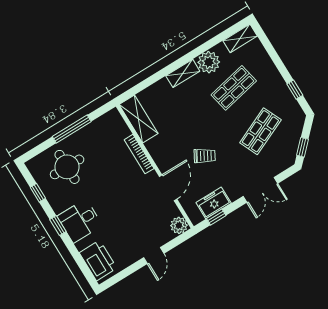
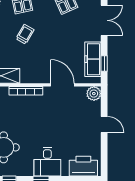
trolley: (205, 156) -> (25, 34), moved
freezer: (214, 203) -> (93, 59), width x1.40

